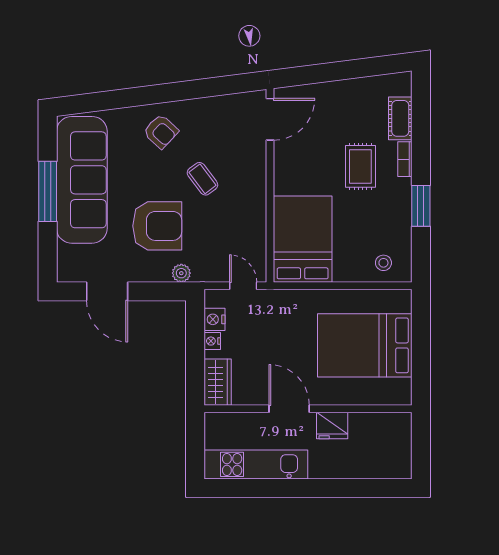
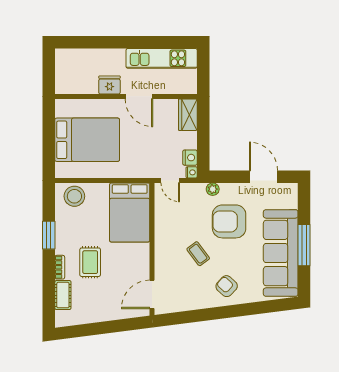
stool: (383, 263) -> (74, 196), width x1.89, depth x1.89
nightstand: (212, 341) -> (192, 172), moved

